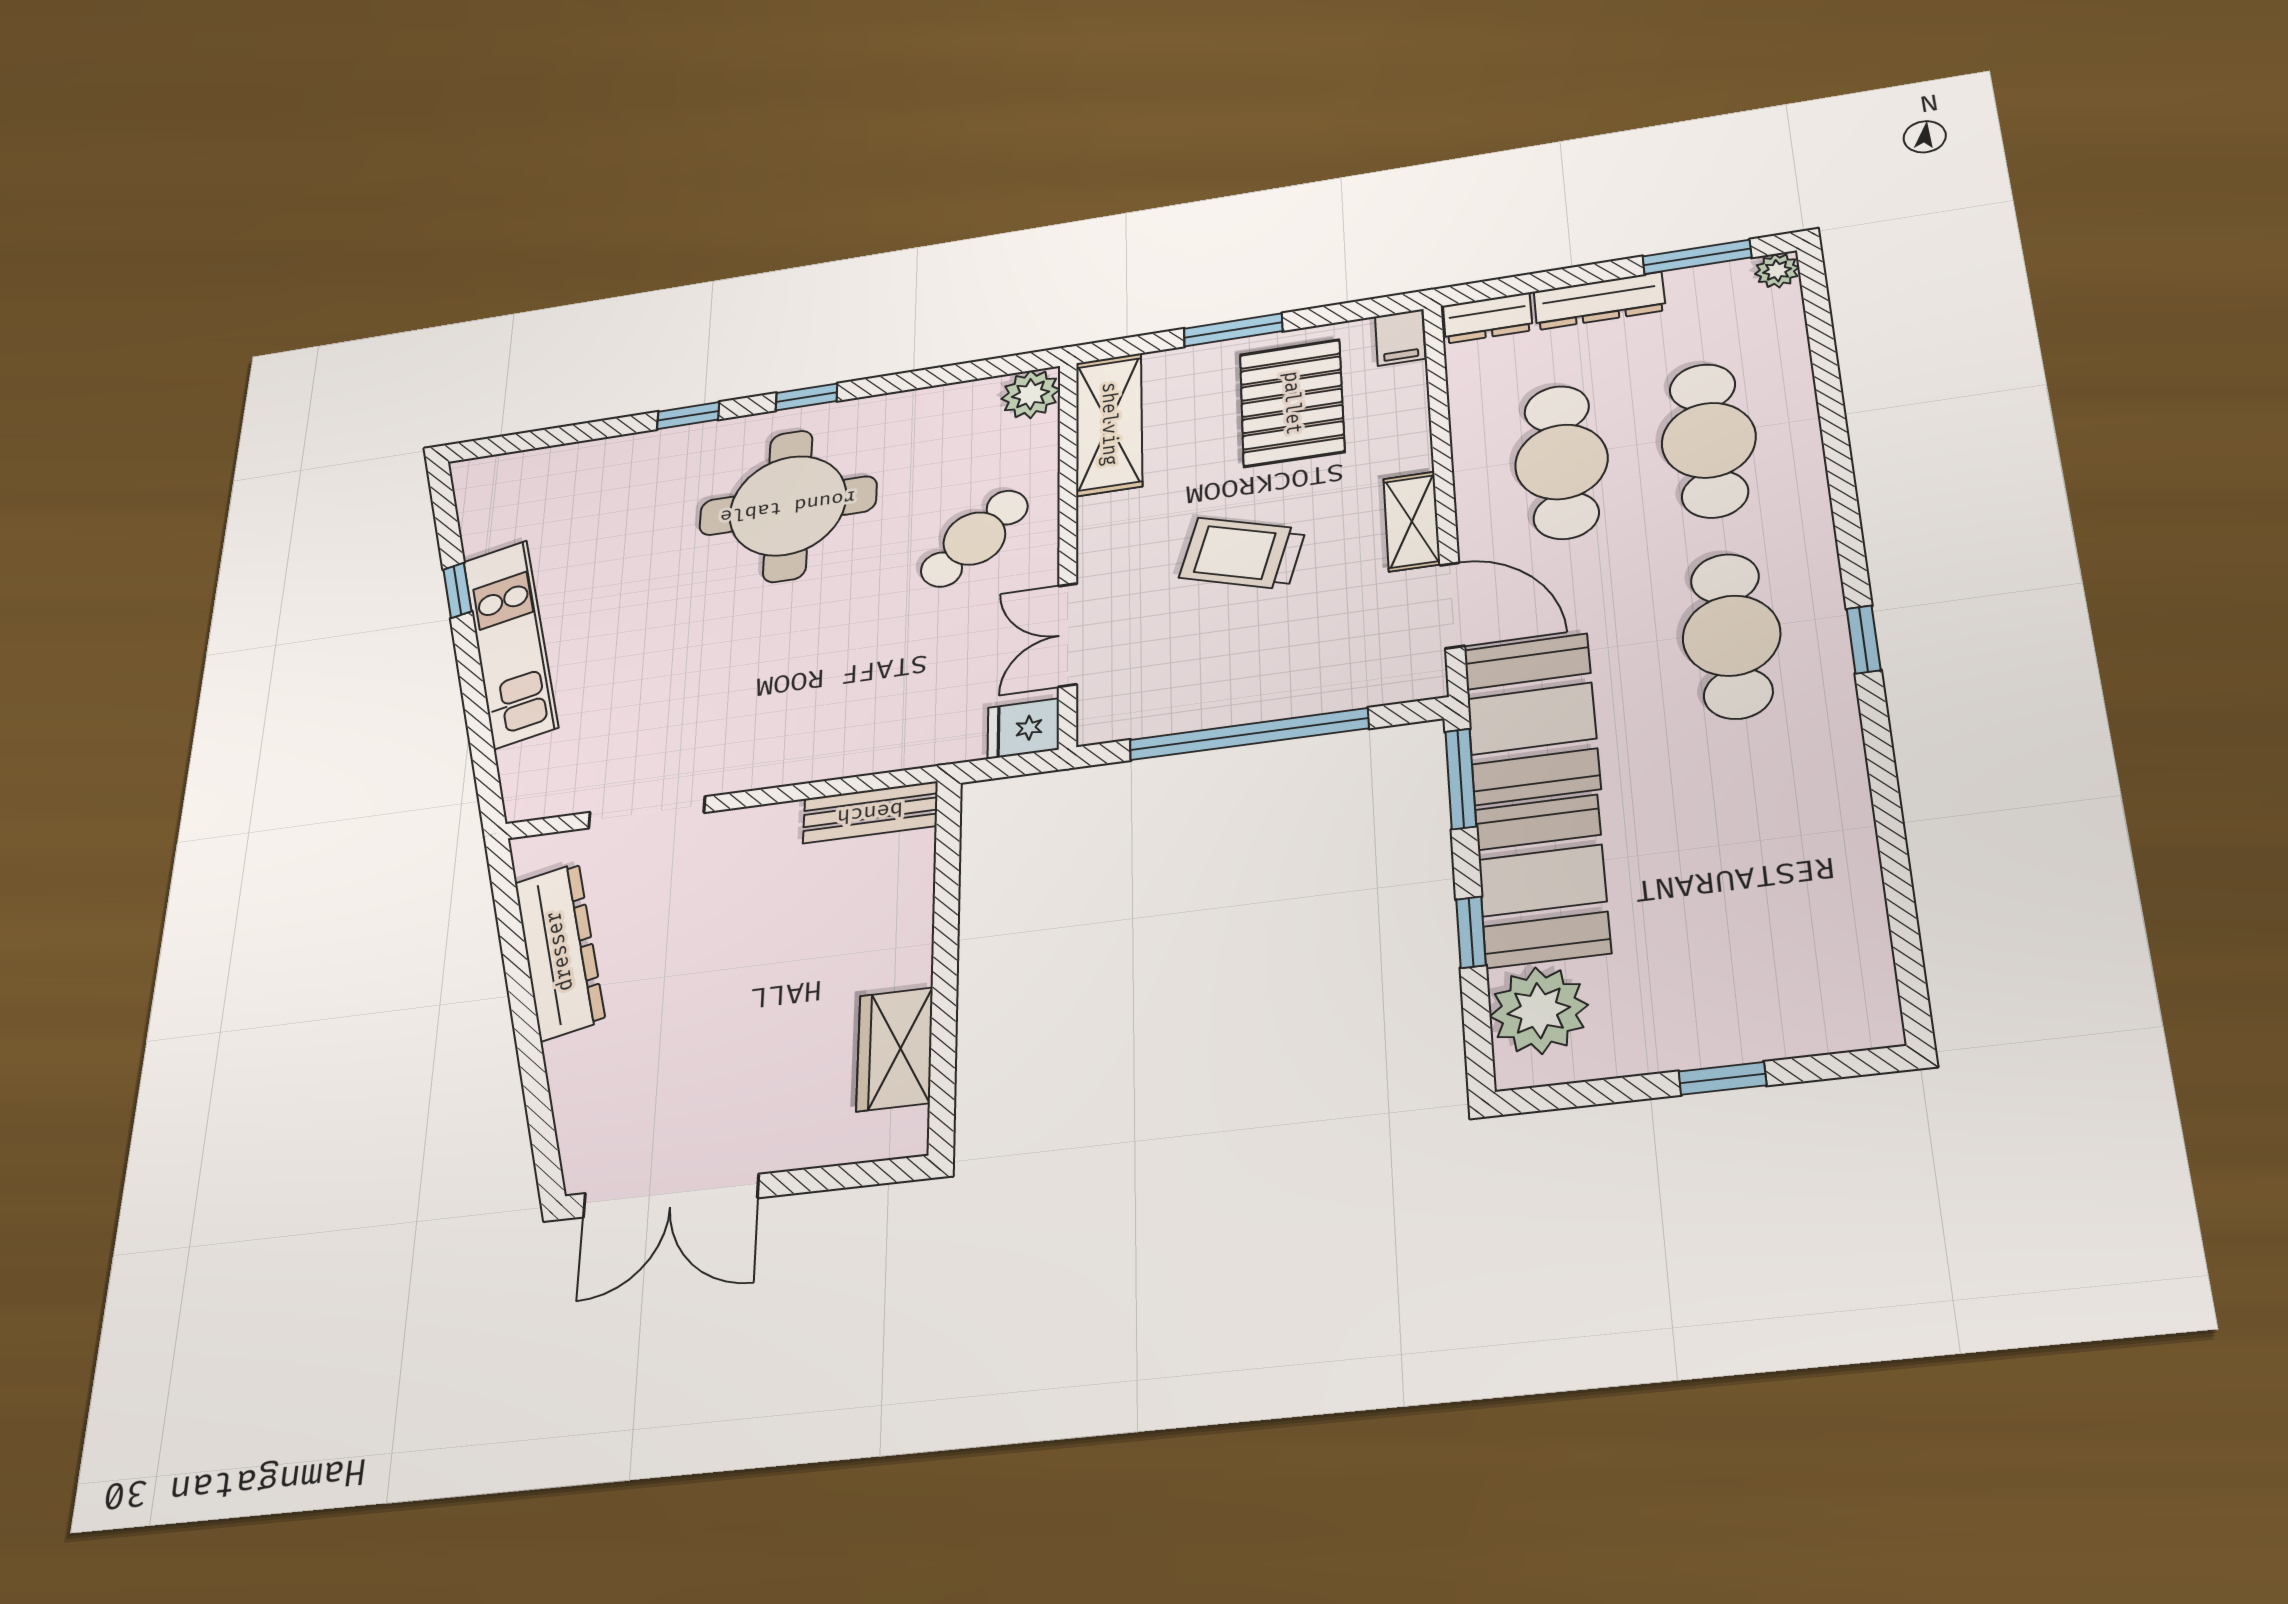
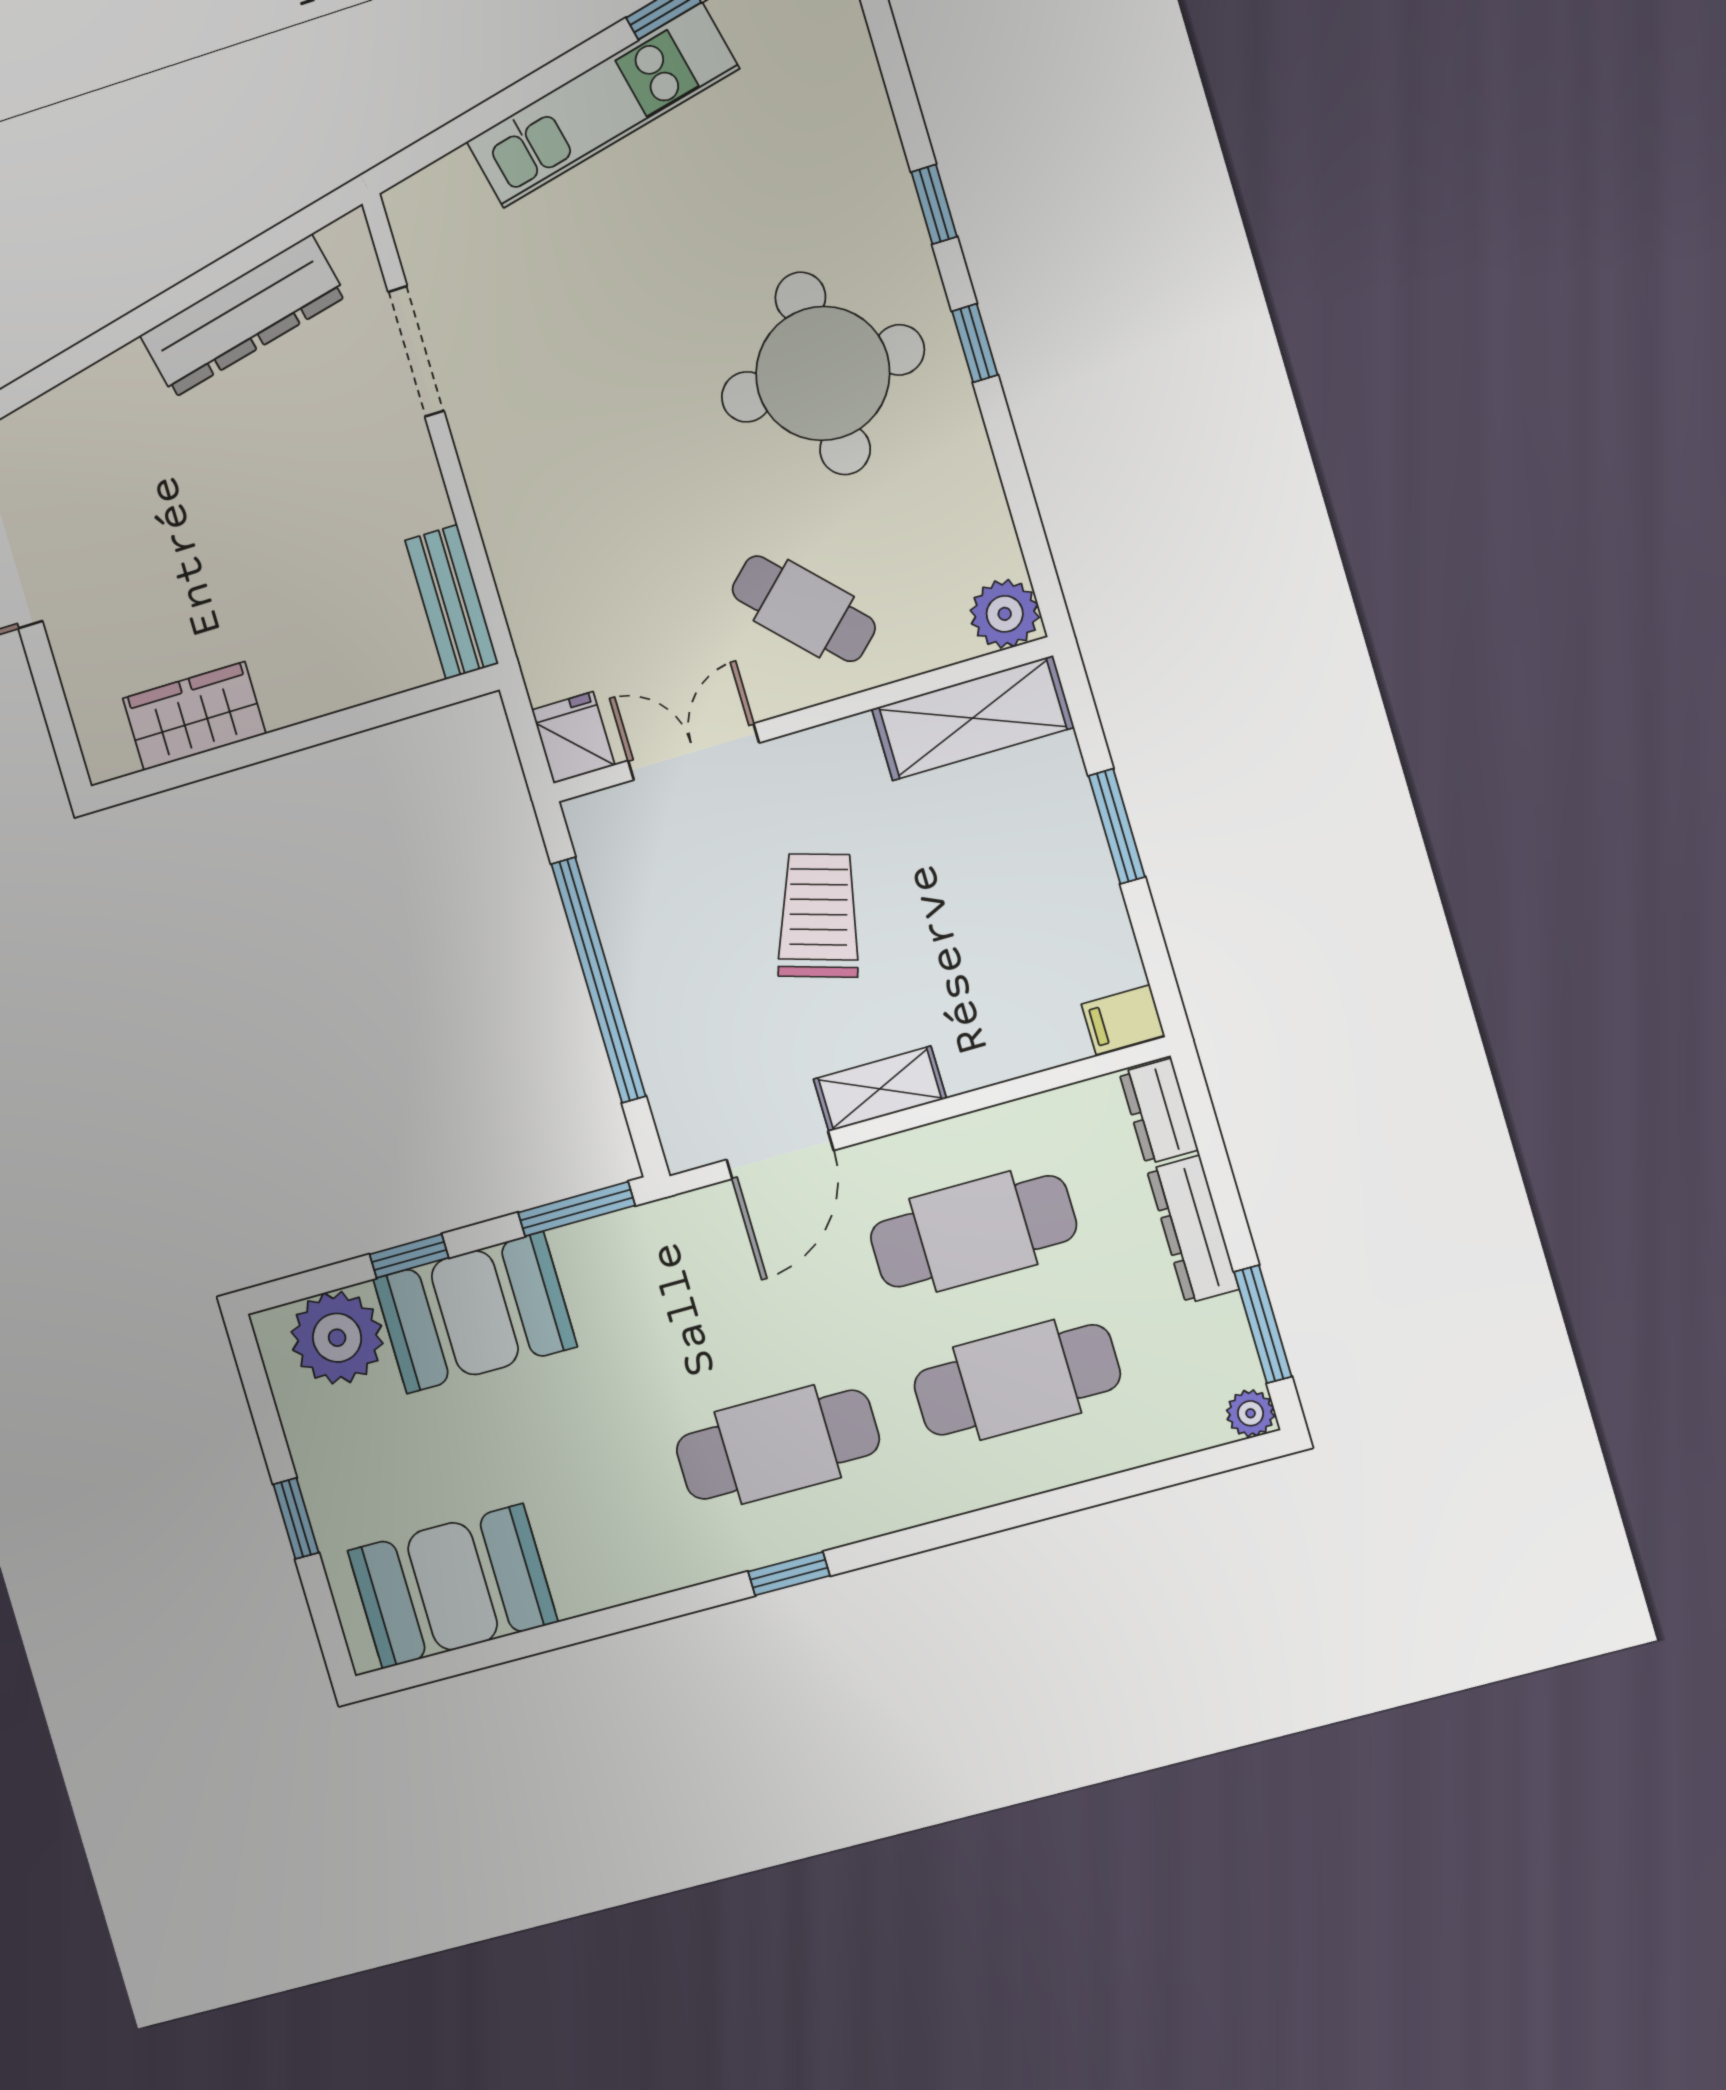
pallet: (1292, 403) -> (1022, 920), removed
booth: (1532, 719) -> (453, 1586), moved

